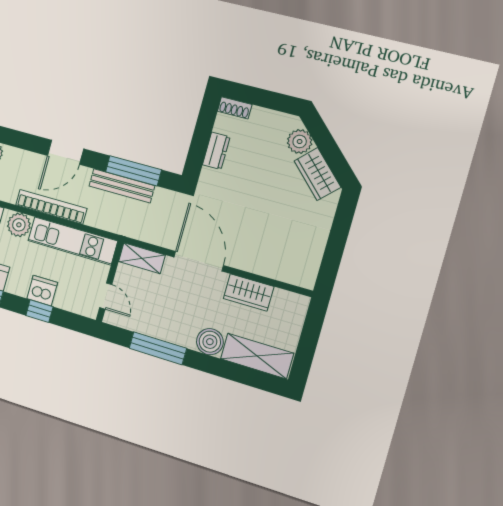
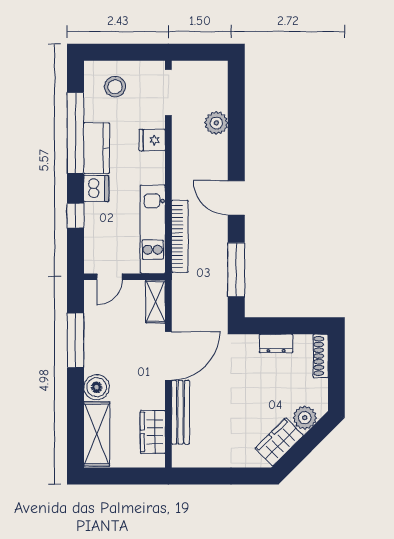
shoe rack: (235, 108) -> (321, 356), width x1.43
bench: (122, 186) -> (180, 412), moved
bookcase: (51, 207) -> (180, 236), moved
plant: (19, 225) -> (153, 171), removed
dishwasher: (42, 291) -> (96, 188), moved
wardrobe: (249, 292) -> (153, 432), moved

